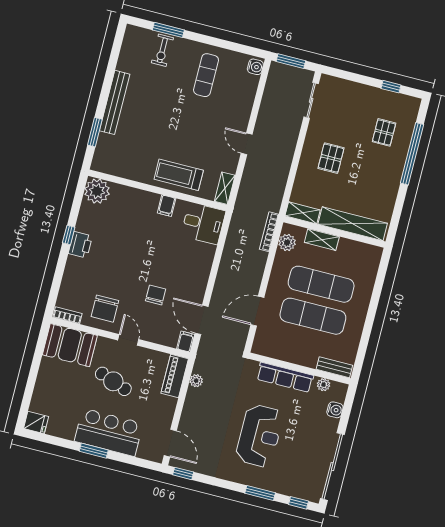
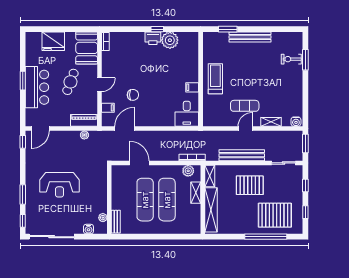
exercise mat: (206, 75) -> (245, 106), moved
window: (352, 77) -> (305, 185), added
pallet: (384, 132) -> (275, 215), width x2.05, depth x2.00
pallet: (331, 158) -> (250, 185), width x1.50, depth x1.42
bench: (284, 159) -> (242, 155), added
treadmill: (179, 175) -> (215, 79), moved
shelving: (225, 188) -> (271, 122), moved
plant: (97, 191) -> (170, 40), moved
chair: (105, 309) -> (116, 65), removed
filing cabinet: (186, 342) -> (108, 108), moved
row of seats: (285, 377) -> (101, 192), removed
fridge: (36, 423) -> (53, 41), moved, width x1.88, depth x1.34

